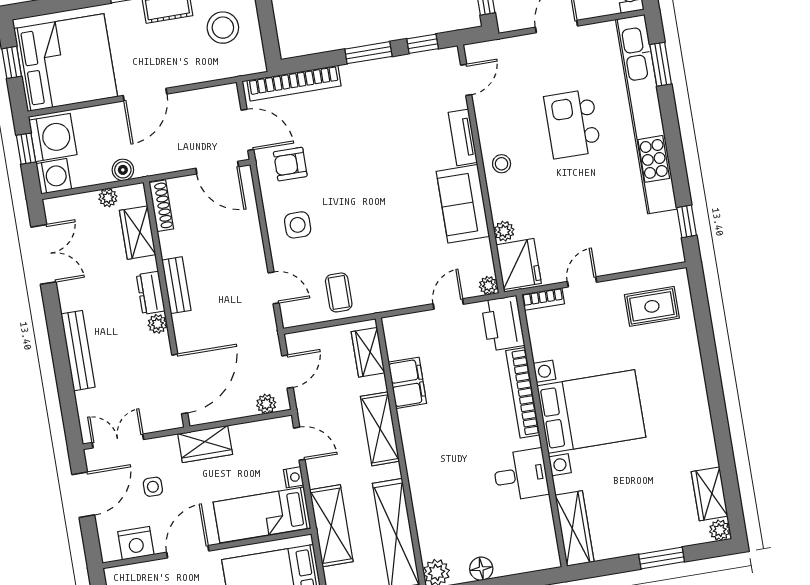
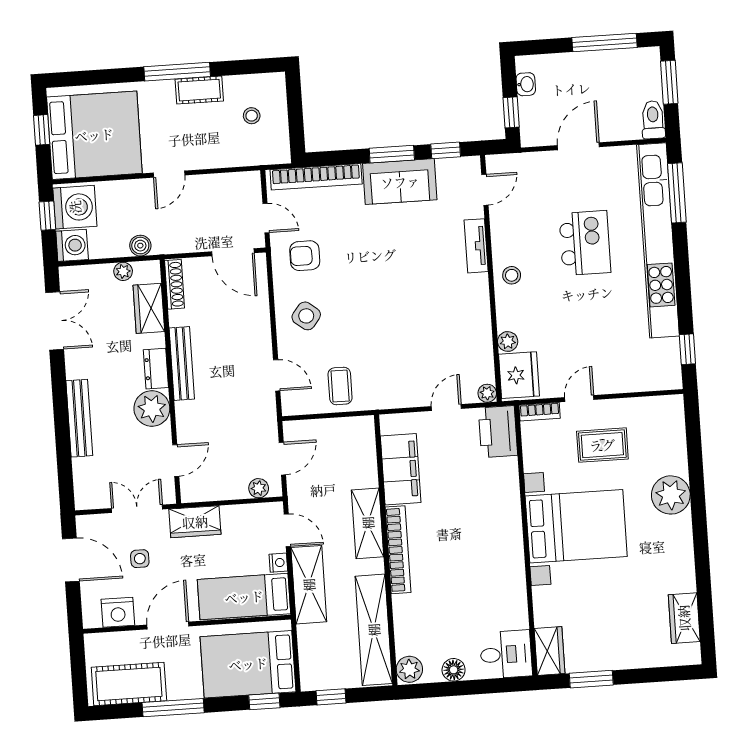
stool: (223, 28) -> (252, 116), width x0.53, depth x0.53
window: (661, 64) -> (677, 193), width x1.44
door: (145, 95) -> (169, 174), width x0.73
kitchen island: (572, 124) -> (585, 243), turned 180
door: (247, 130) -> (266, 218), width x0.73
sofa: (463, 204) -> (400, 182), moved, turned -90
side table: (298, 225) -> (306, 316), turned 38
bench: (176, 285) -> (182, 364), width x1.36
rug: (652, 306) -> (602, 445), moved
plant: (157, 324) -> (152, 409), width x1.88, depth x1.88
wardrobe: (368, 352) -> (363, 447), removed
filing cabinet: (407, 383) -> (401, 469), width x1.50, depth x1.17
door: (180, 384) -> (176, 461), width x0.53
bookcase: (523, 393) -> (398, 550), moved, turned 180
double door: (118, 441) -> (137, 509), moved
desk: (521, 475) -> (506, 654), moved
door: (83, 495) -> (71, 560), hinge flipped
shelving: (331, 526) -> (309, 585), moved
wardrobe: (575, 528) -> (549, 651), width x0.67
plant: (720, 530) -> (671, 495), moved, width x1.88, depth x1.88
window: (662, 558) -> (591, 679), moved

